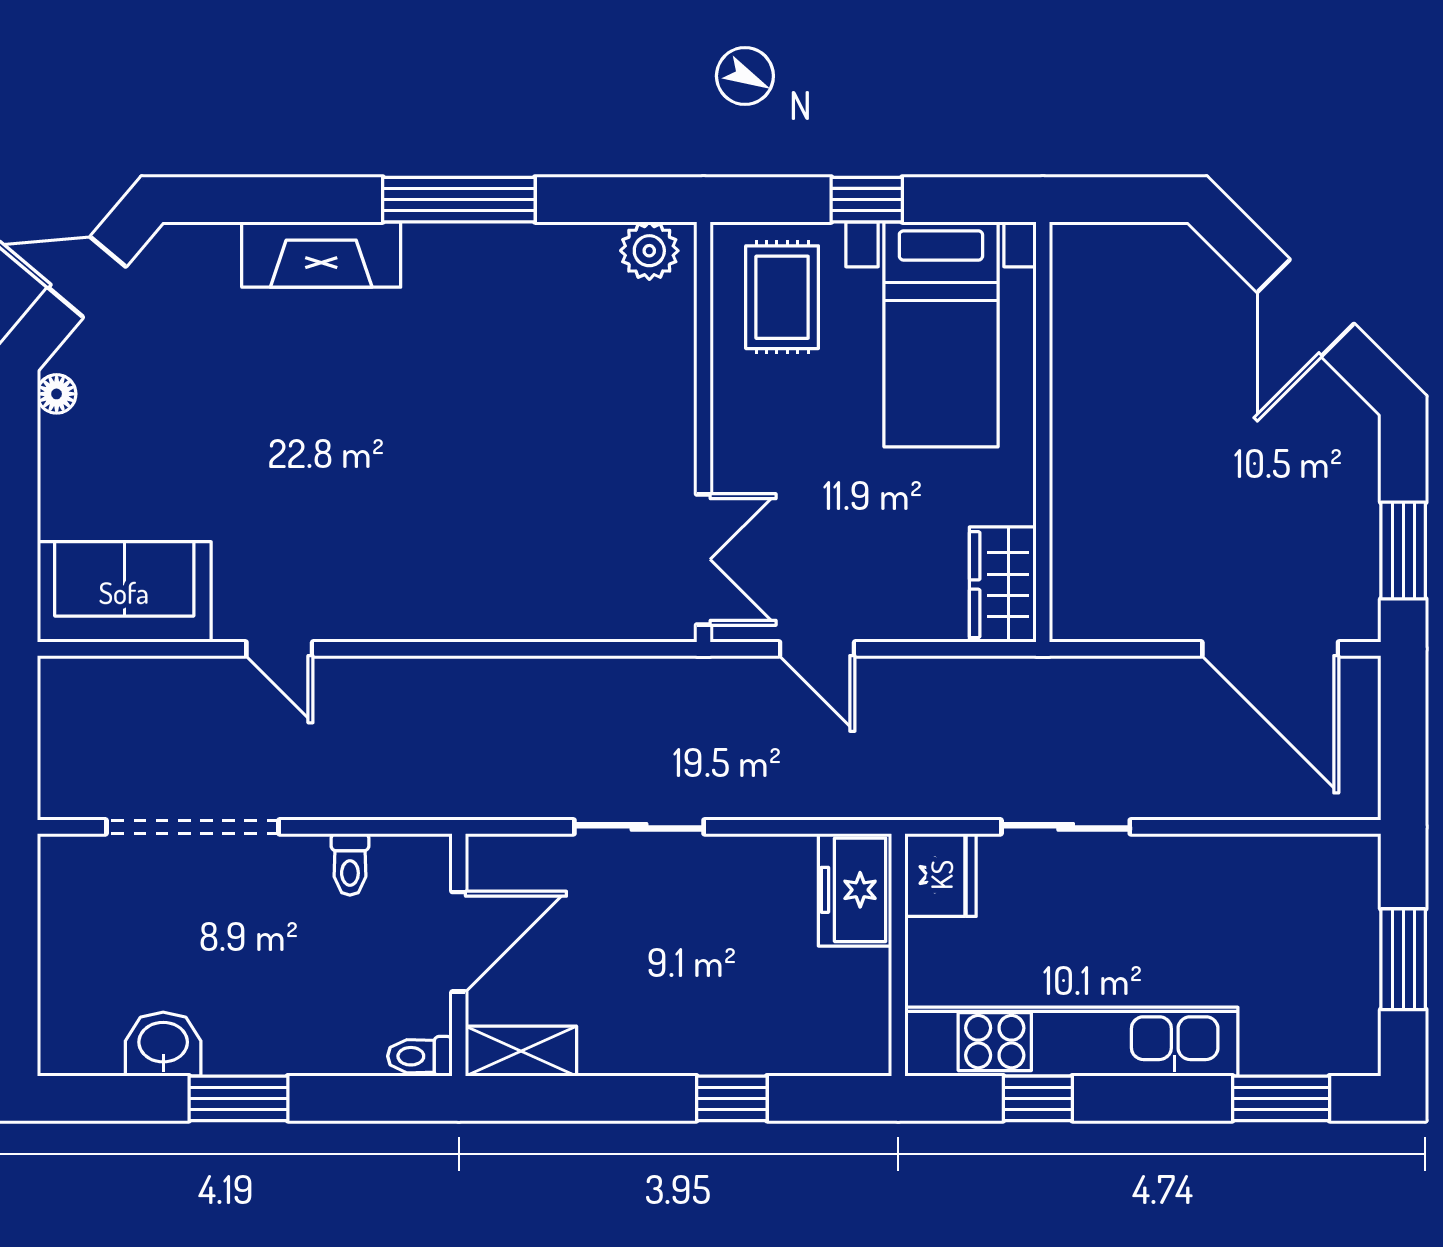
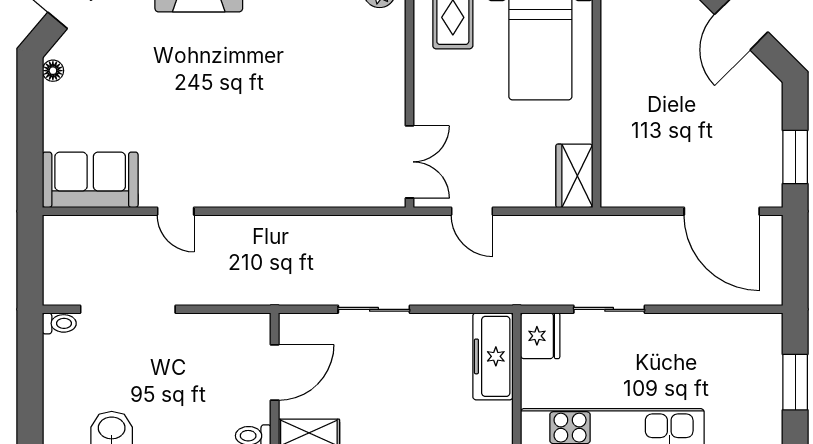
toilet: (350, 864) -> (59, 323), moved, turned -90
freezer: (855, 890) -> (493, 356), width x1.40

